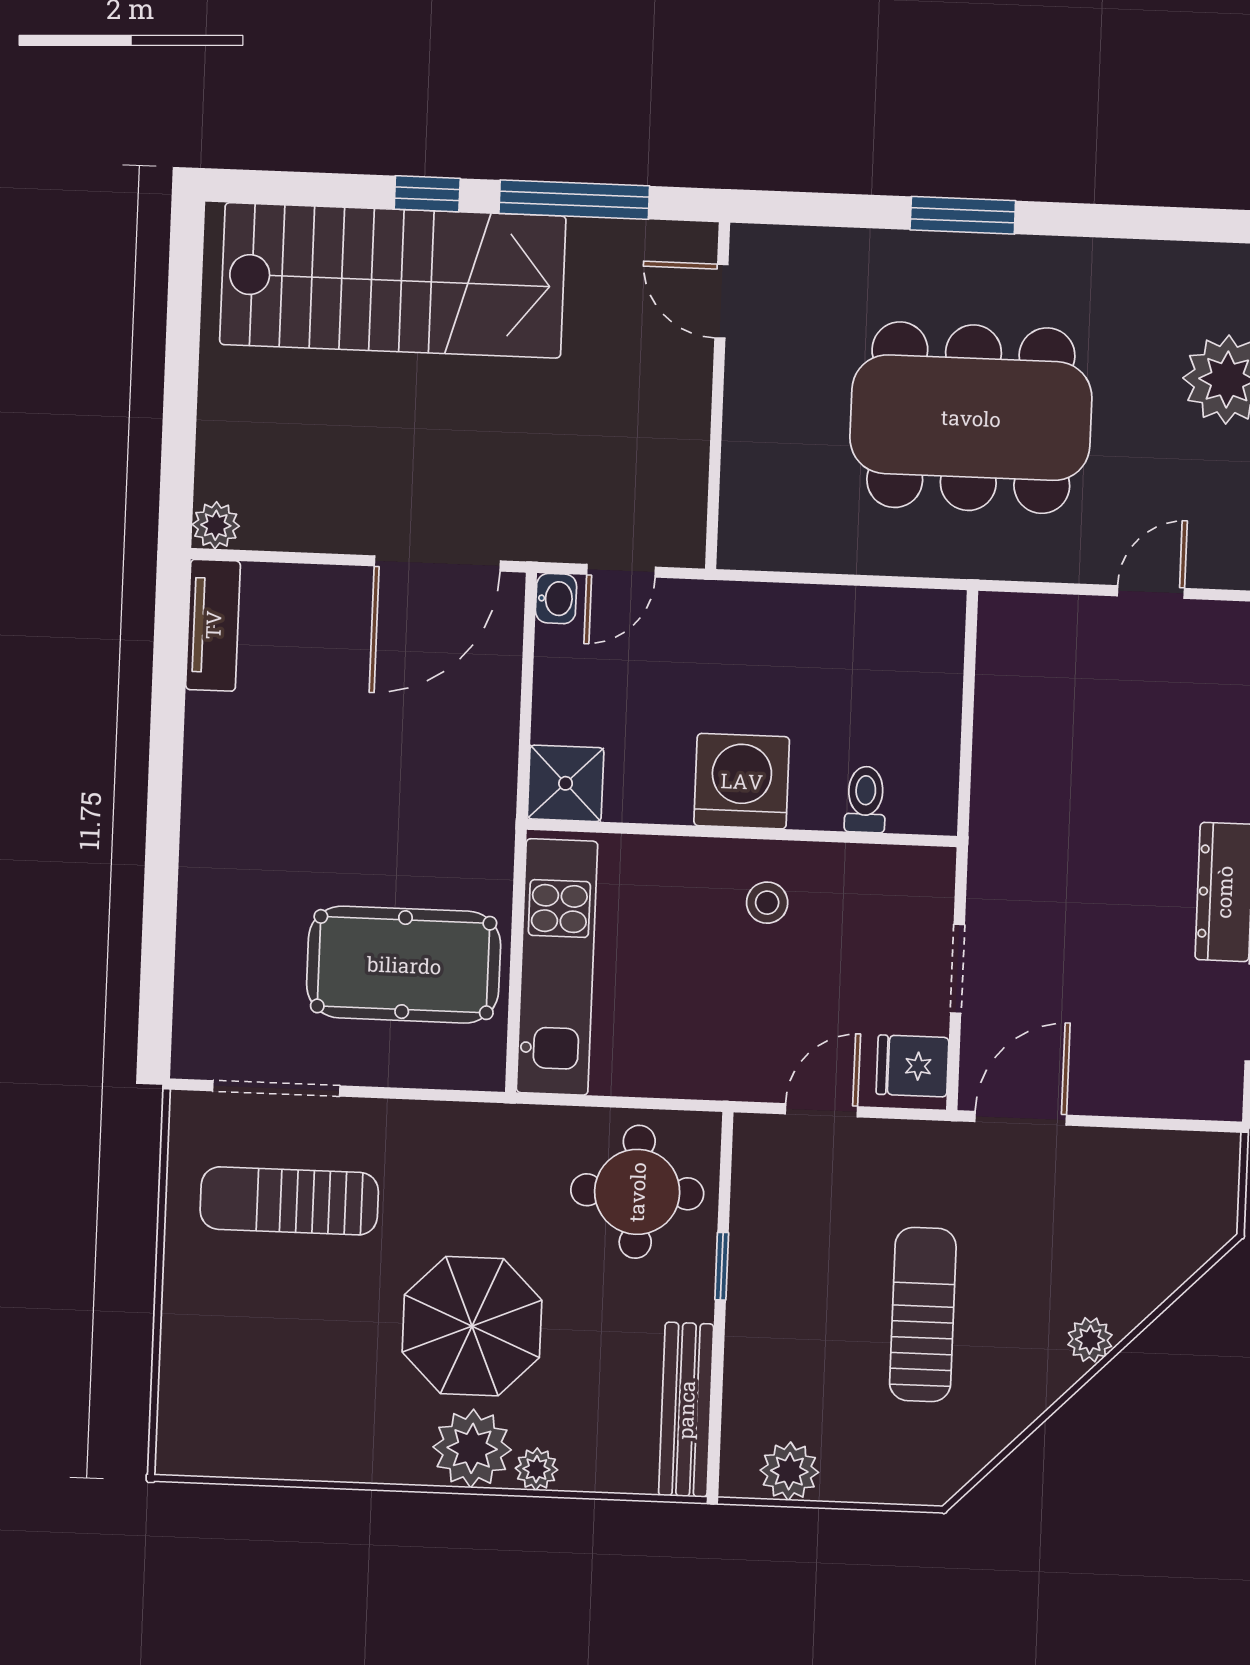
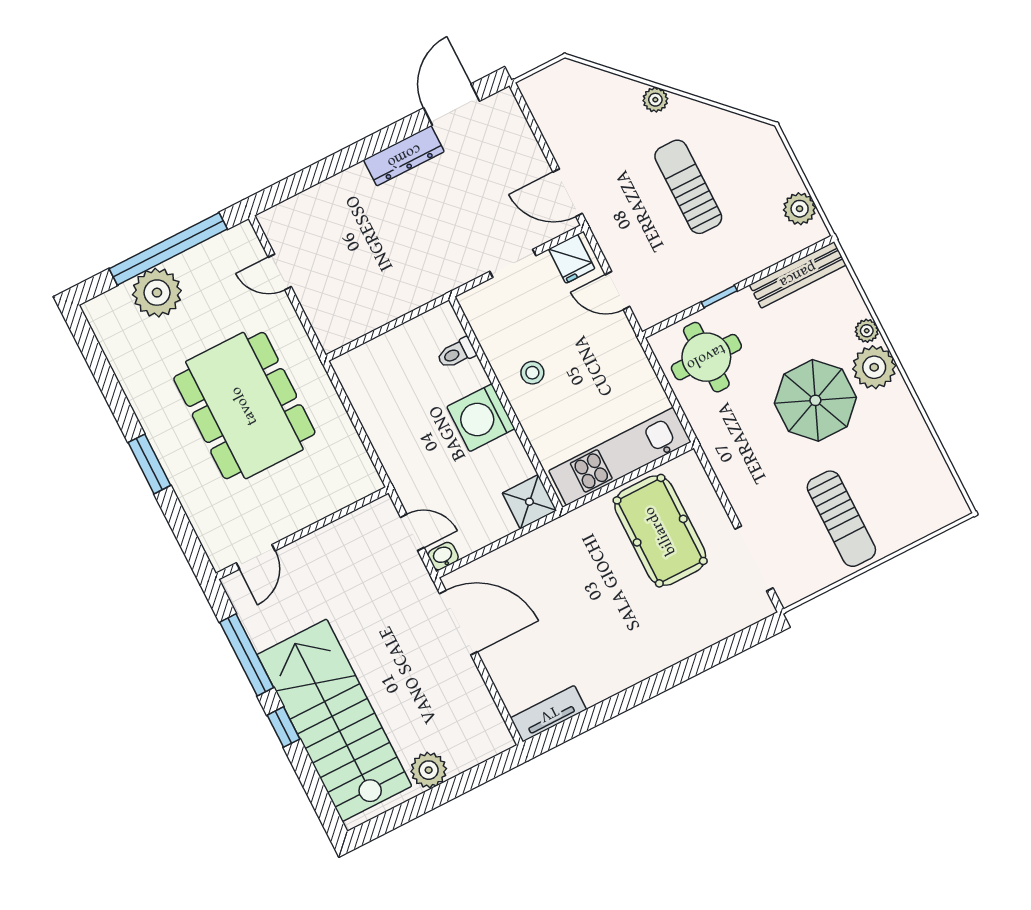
plant: (216, 525) -> (429, 770), moved, width x1.38, depth x1.38
sun lounger: (289, 1201) -> (841, 519), moved
sun lounger: (923, 1314) -> (688, 187), turned 90

